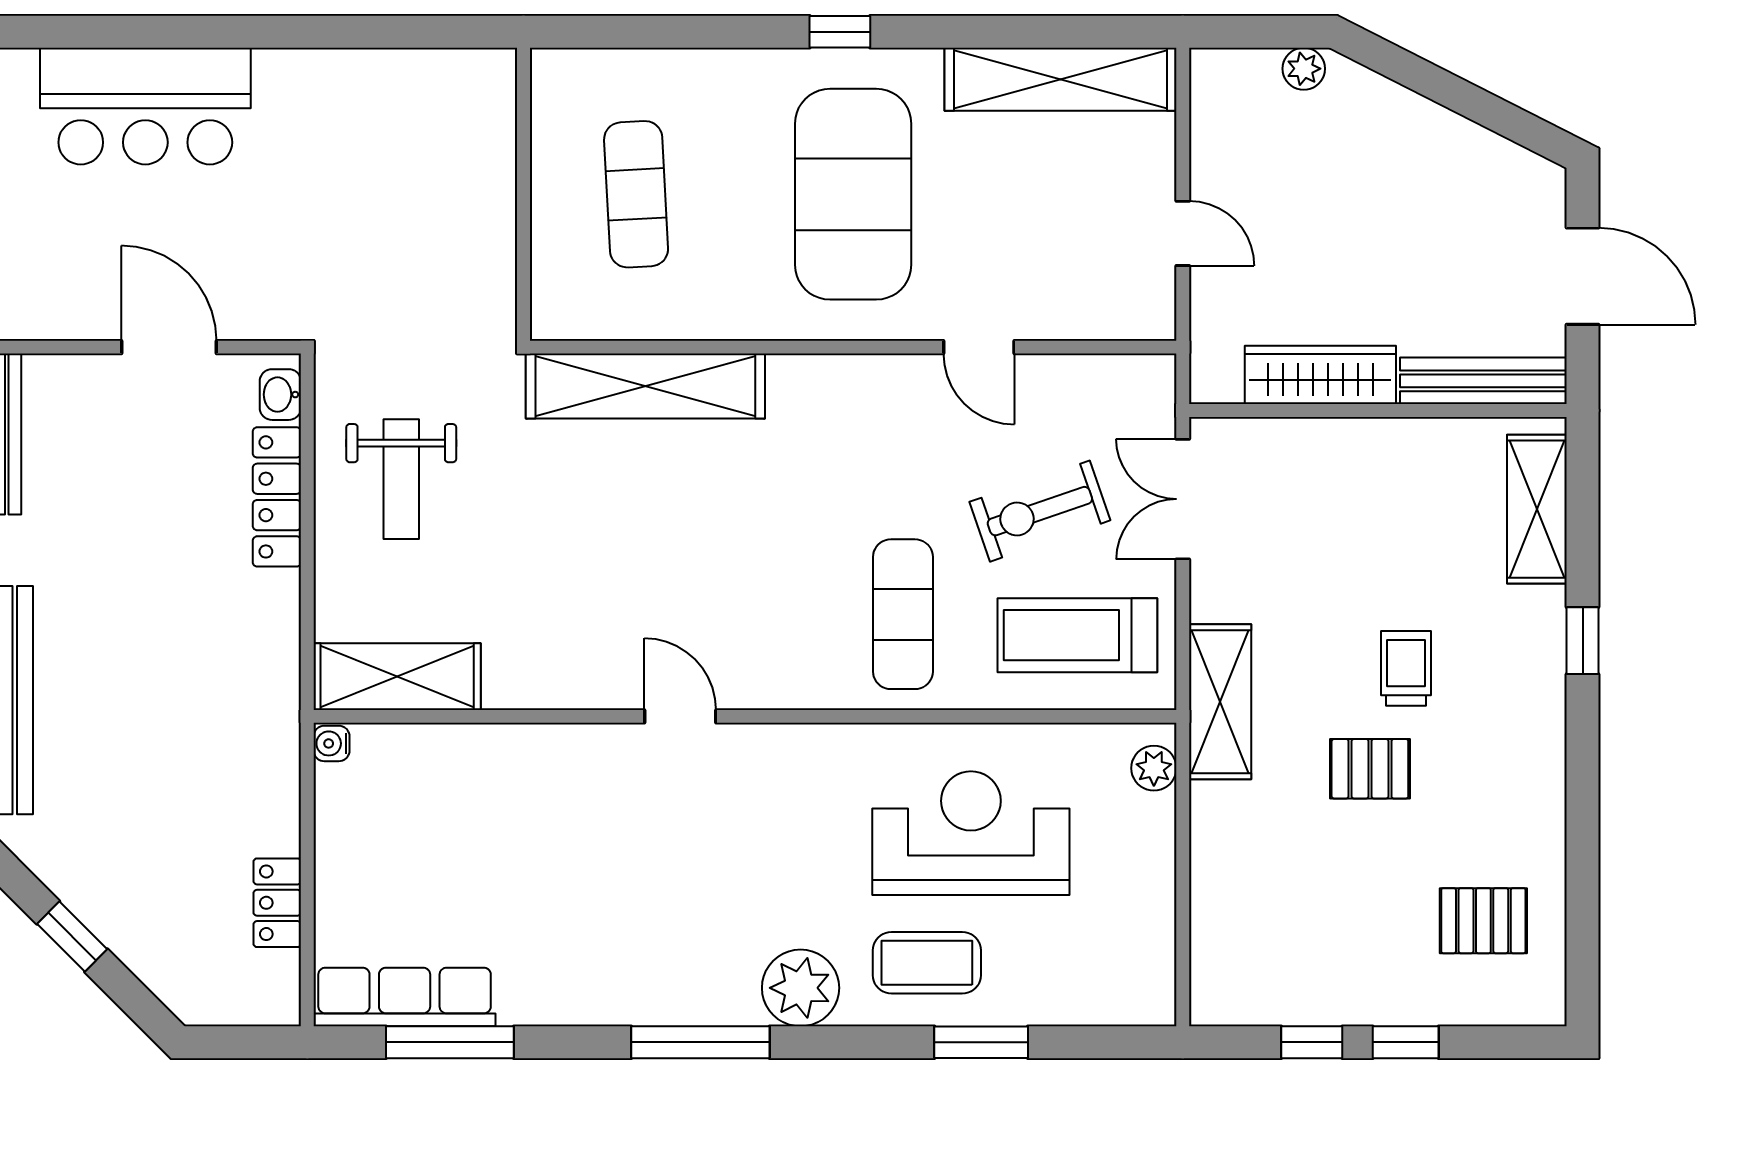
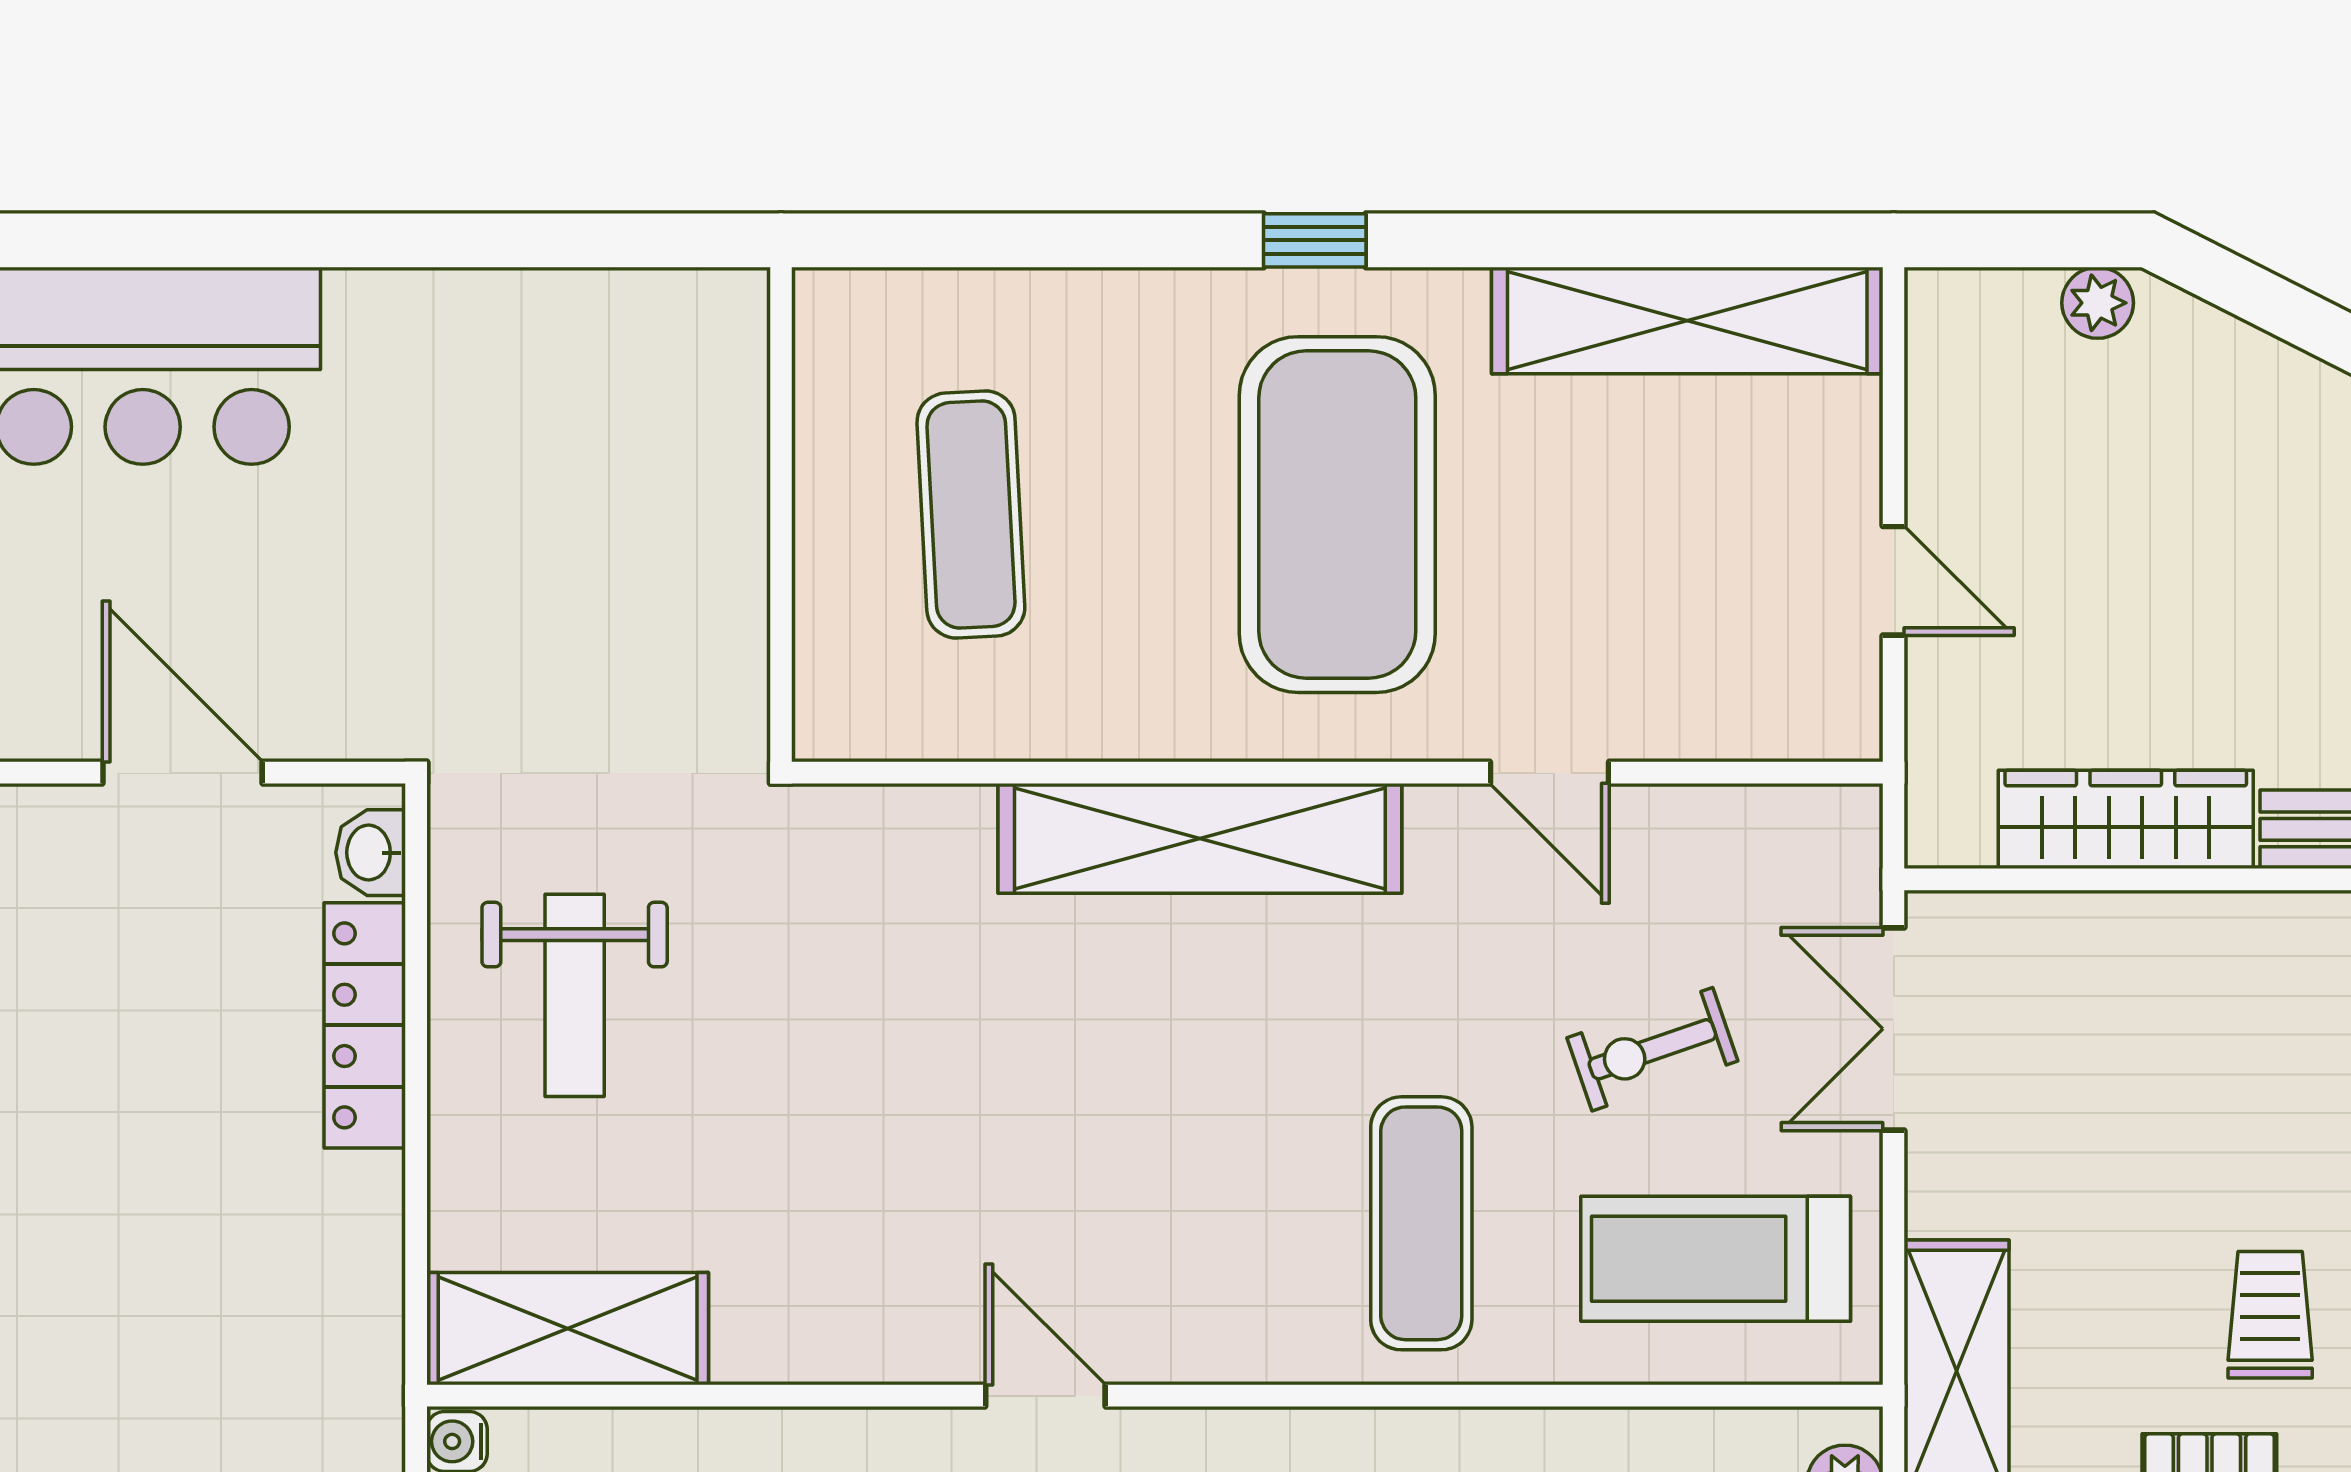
shelving: (645, 386) -> (1200, 838), moved
exercise bike: (1040, 511) -> (1652, 1049), width x0.73, depth x0.72

